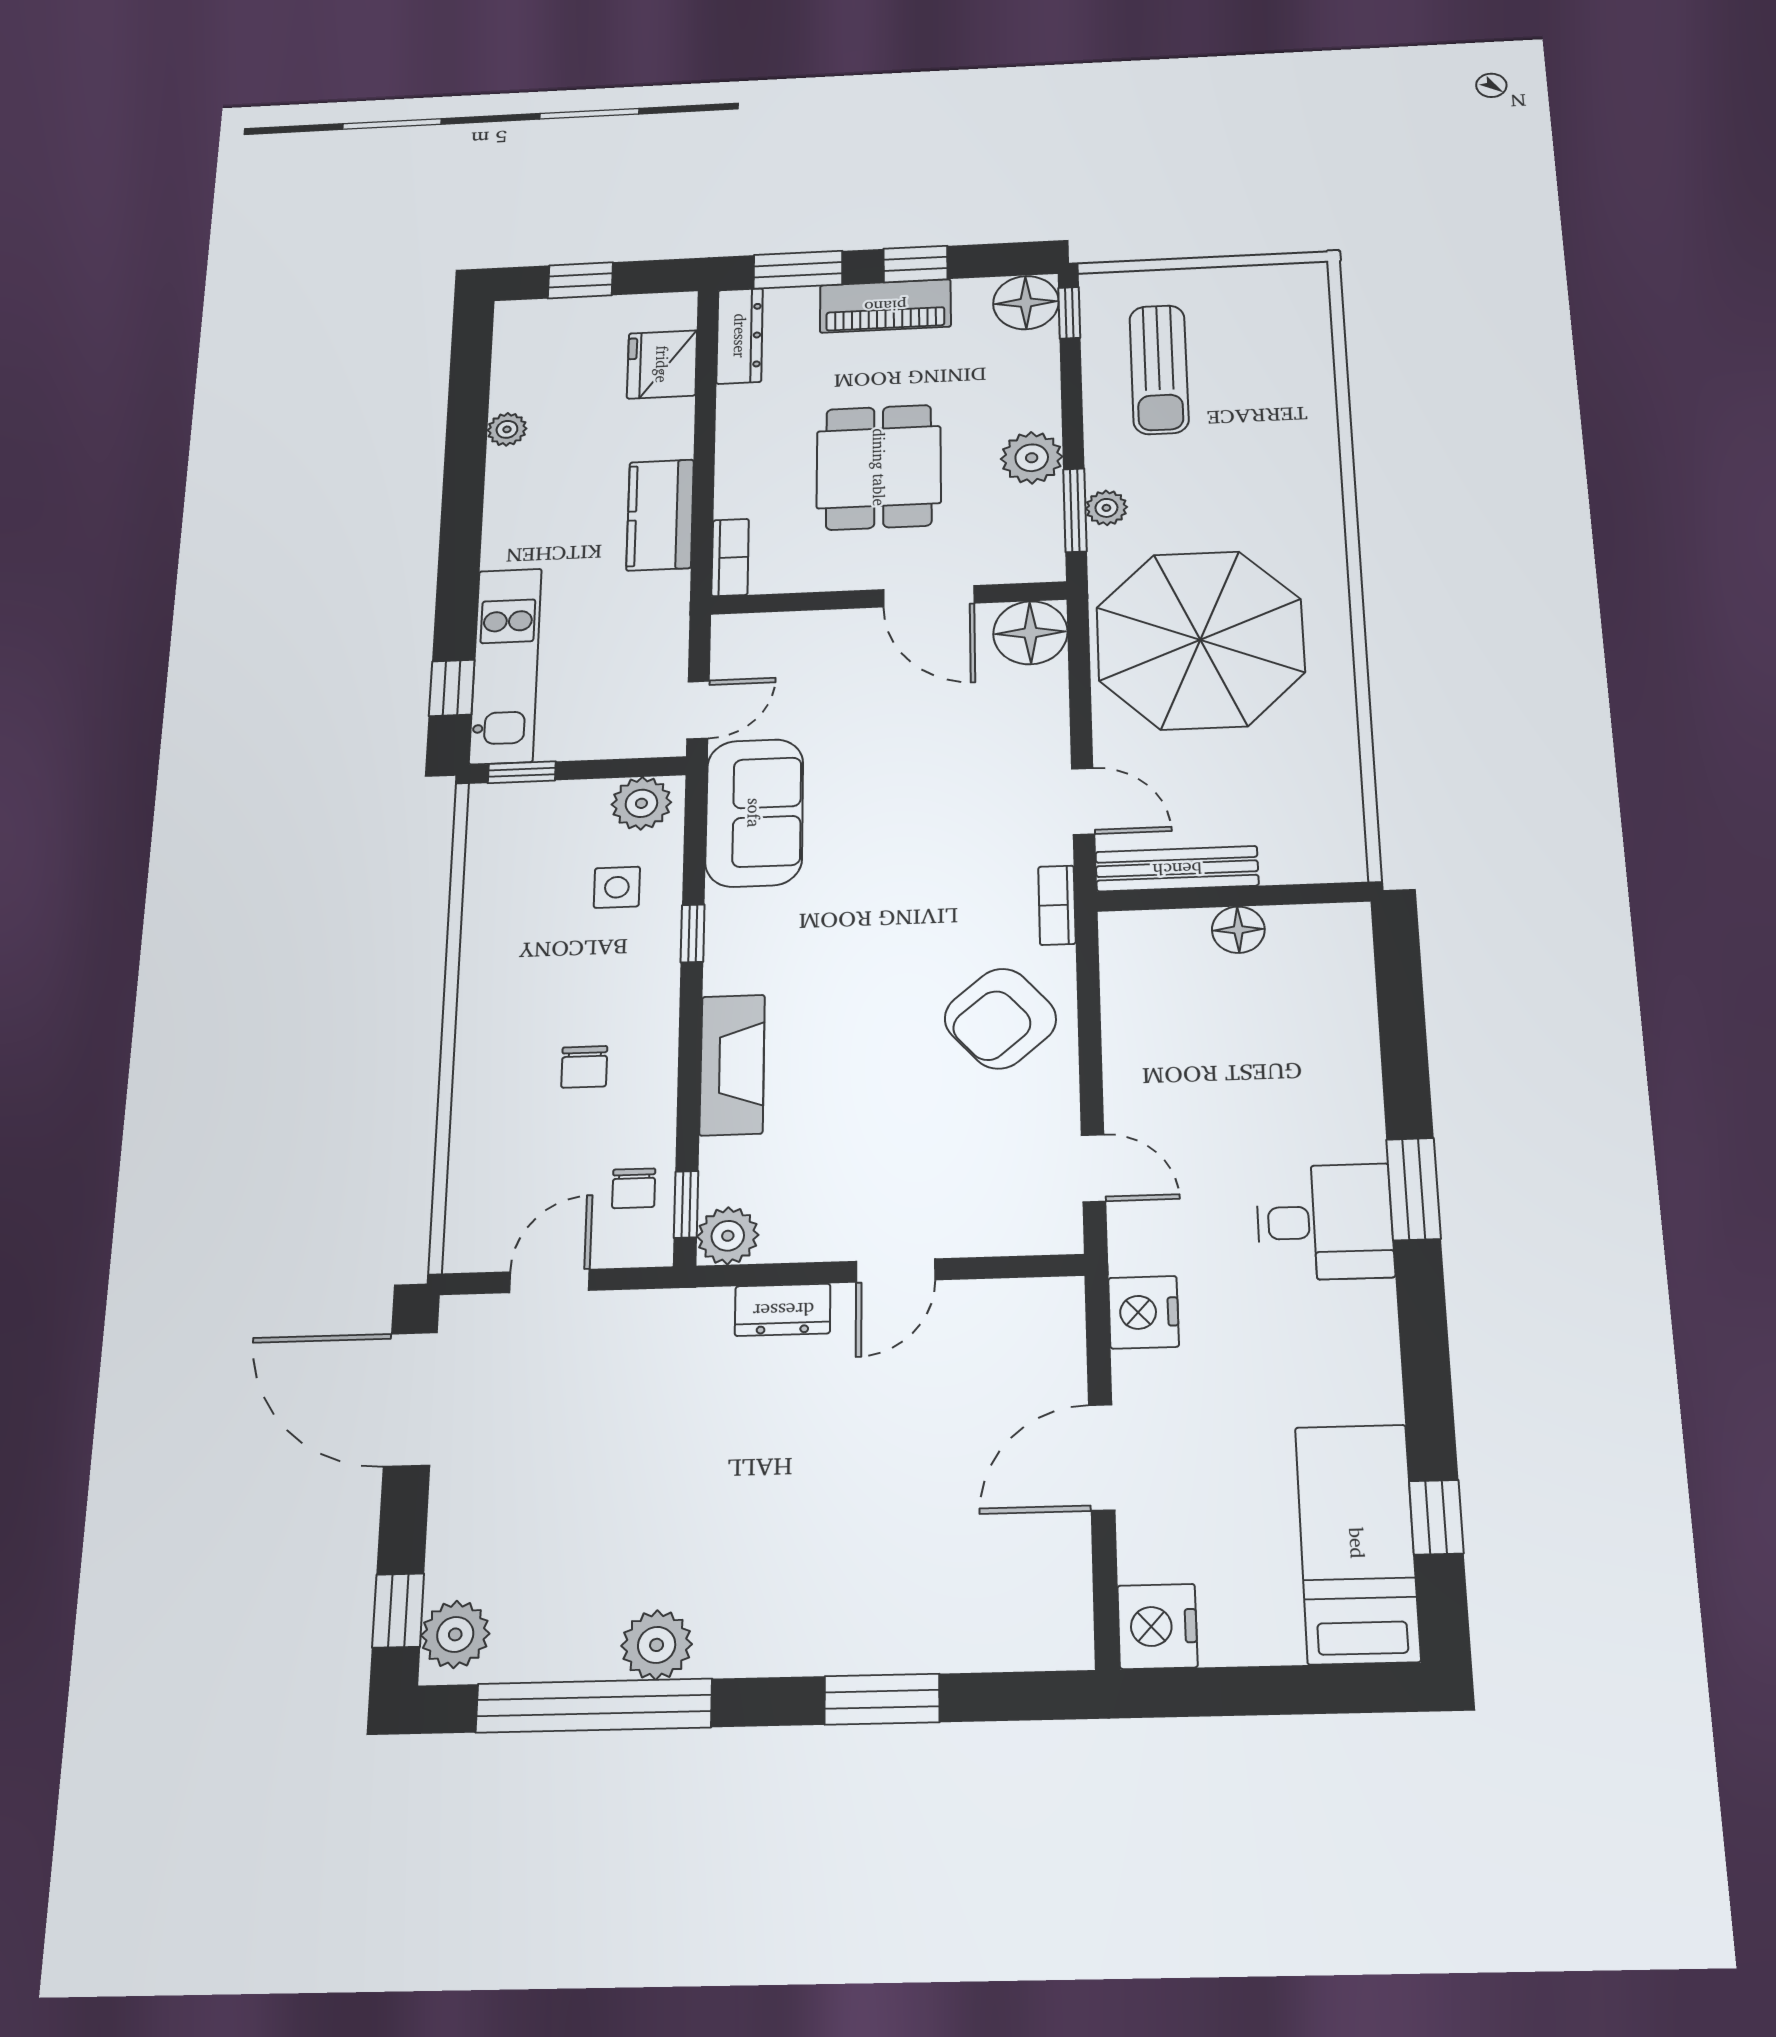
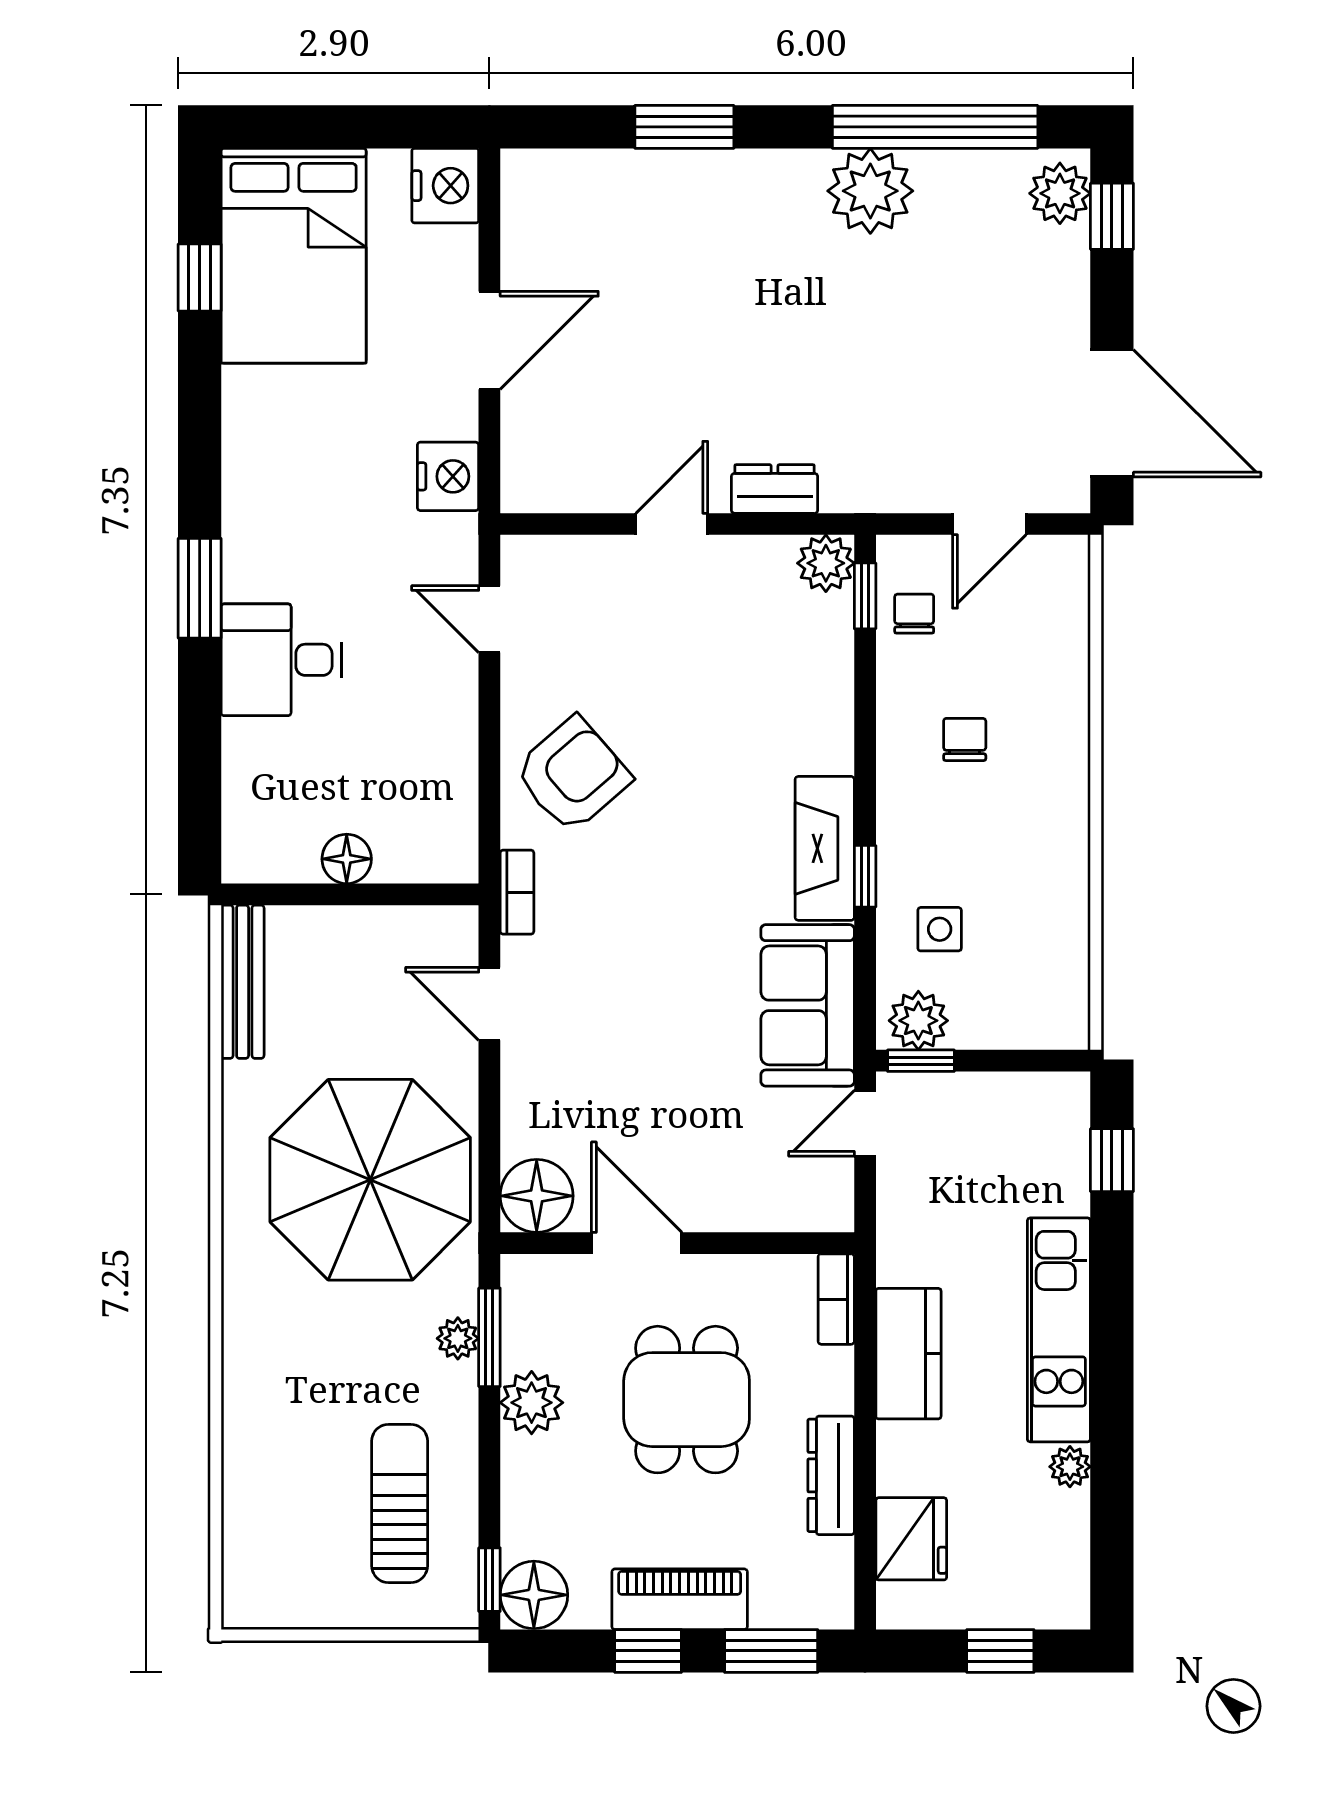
dresser: (740, 336) -> (831, 1475), moved
kitchen unit: (506, 666) -> (1059, 1330), moved
window: (522, 772) -> (921, 1061), moved
bench: (1177, 869) -> (243, 982), moved, turned 90
fireplace: (732, 1065) -> (825, 848), moved
desk: (1325, 1222) -> (281, 660), moved
bed: (1357, 1543) -> (294, 256), width x1.50
plant: (657, 1645) -> (870, 191), width x1.36, depth x1.36

